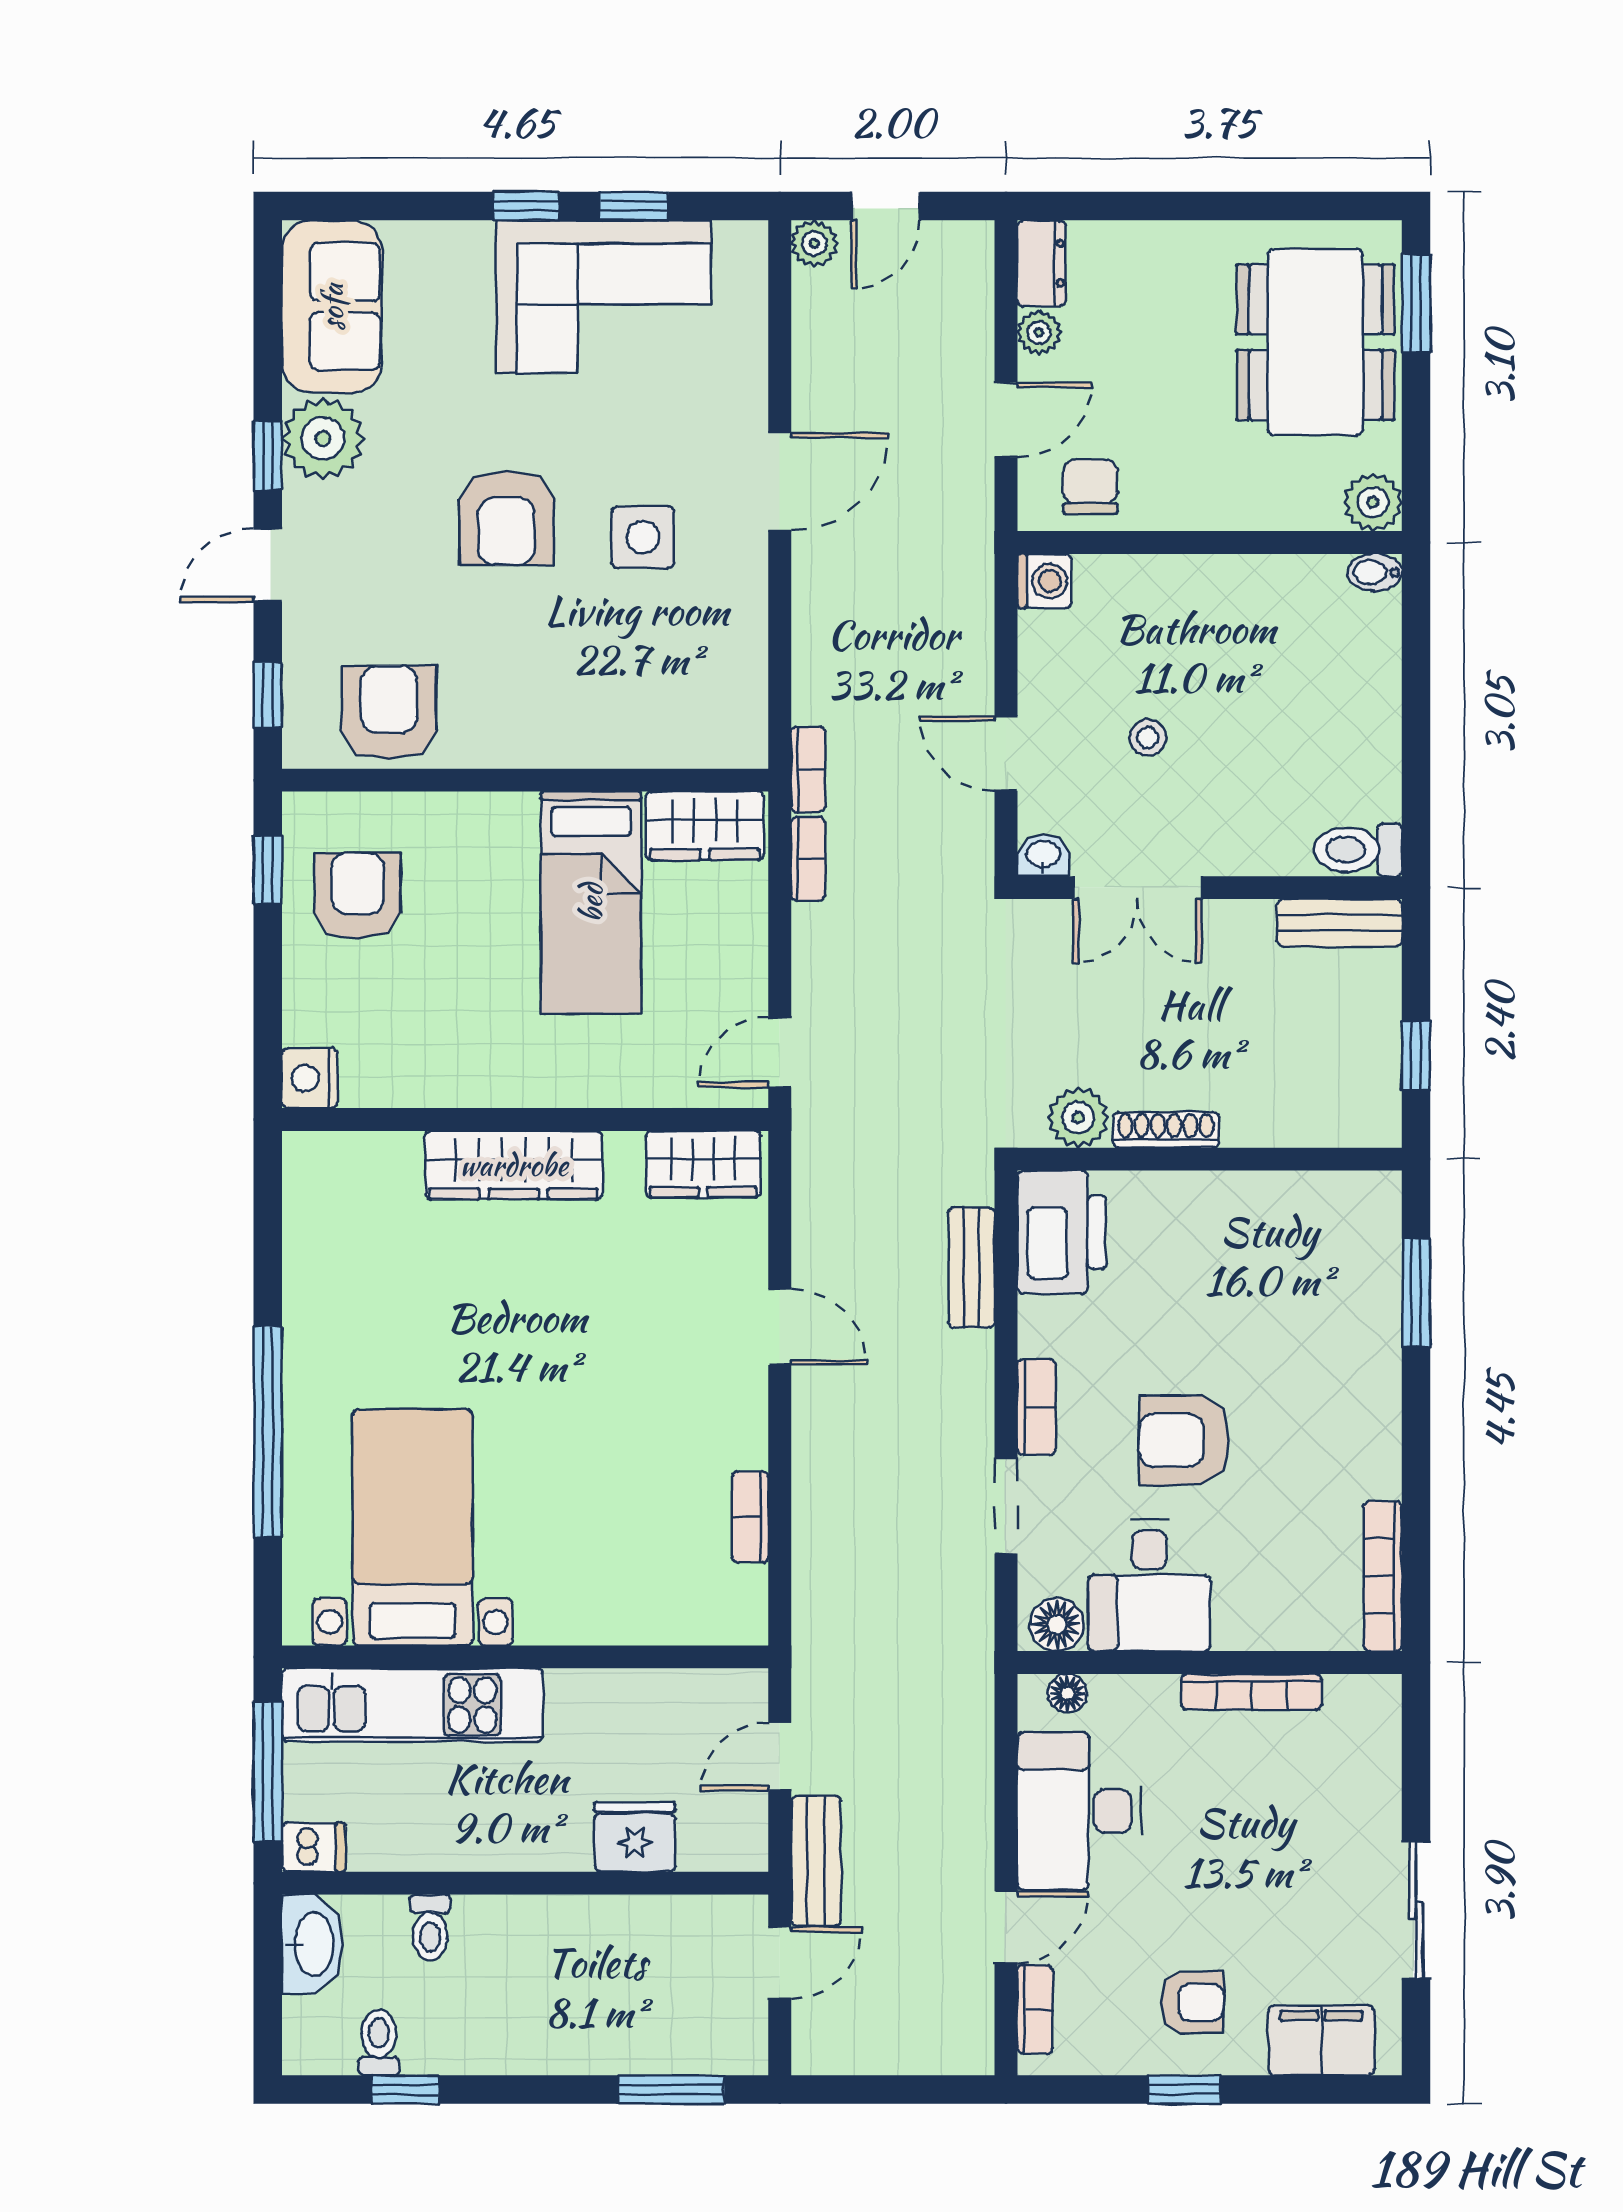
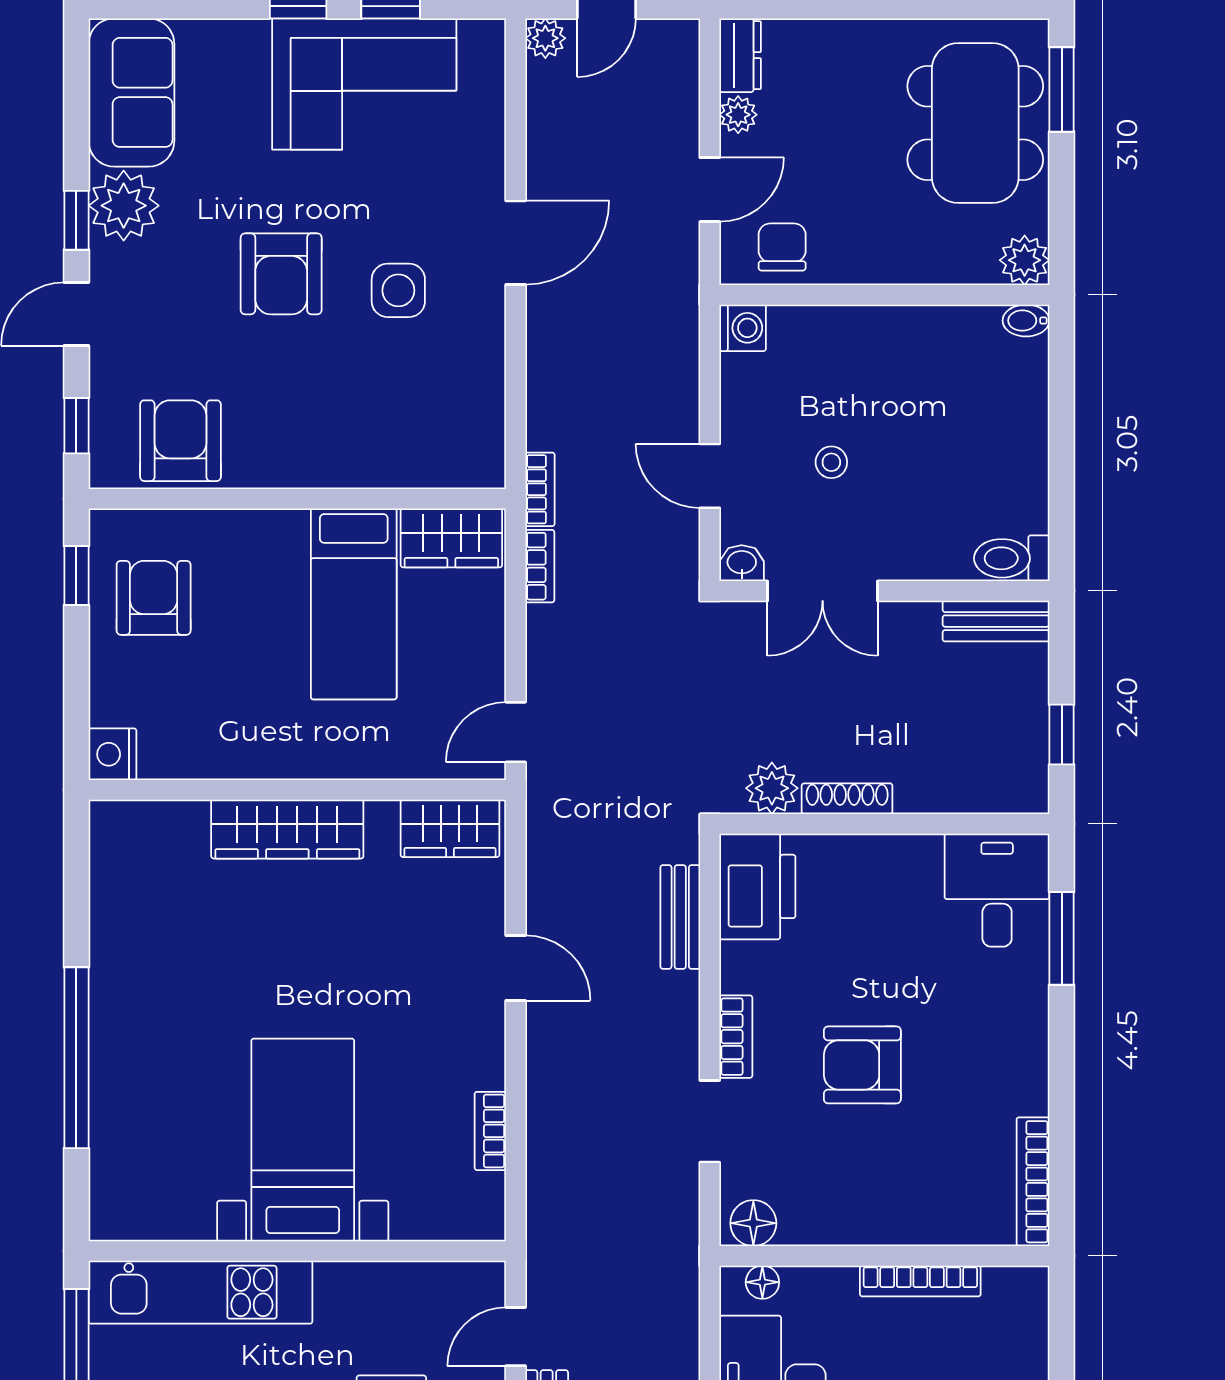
bed with nightstands: (413, 1527) -> (303, 1140), moved
desk: (1149, 1585) -> (997, 890), moved, turned 180

